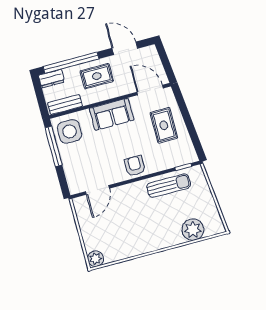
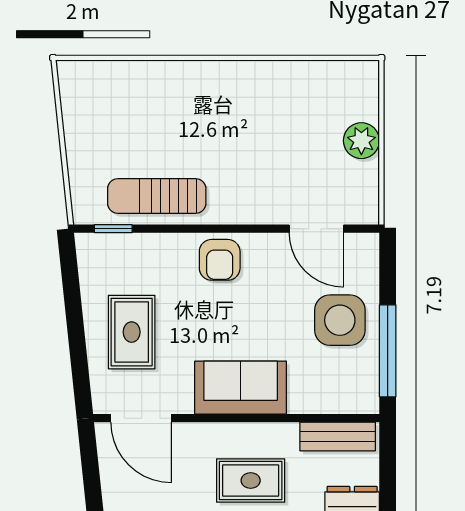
side table: (70, 131) -> (340, 320), moved
door: (97, 190) -> (316, 229), swing flipped
plant: (193, 230) -> (129, 85), removed
plant: (96, 259) -> (361, 141), moved

